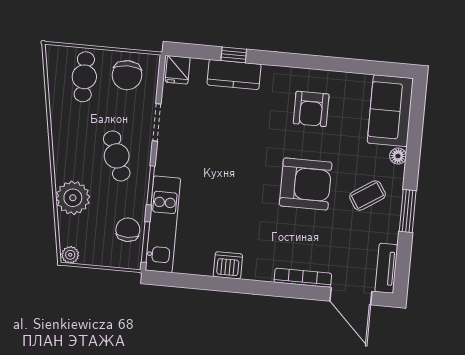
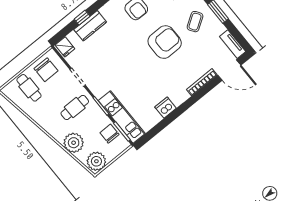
cafe table: (117, 156) -> (75, 107), turned -70
plant: (70, 255) -> (96, 161), width x1.88, depth x1.88

